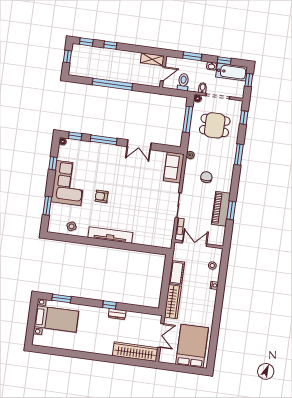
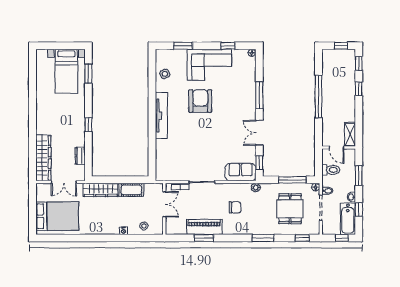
window: (75, 136) -> (259, 163), moved
armchair: (102, 196) -> (200, 101), width x1.88, depth x1.88
dresser: (117, 314) -> (80, 156), moved

